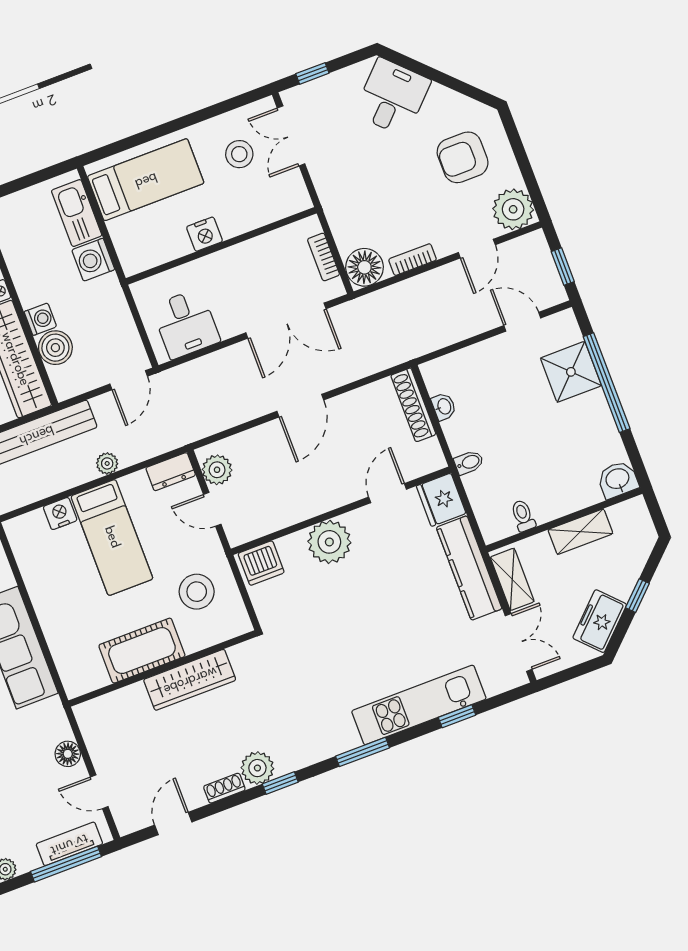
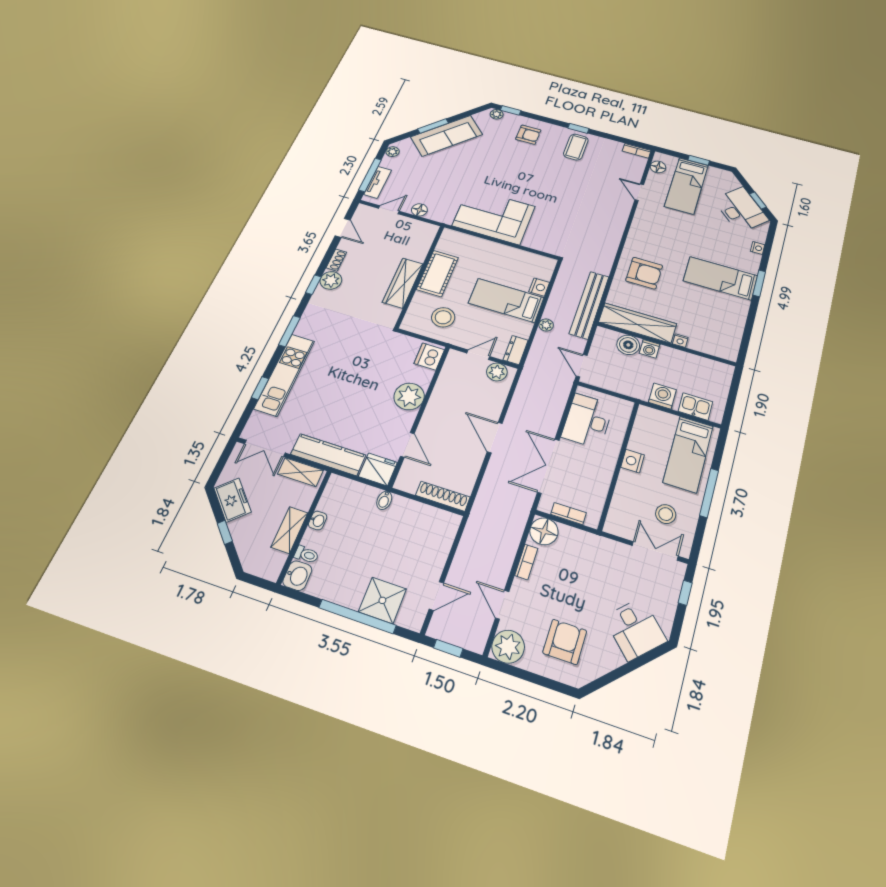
window: (175, 125) -> (709, 493), added
kitchen sink: (77, 213) -> (695, 406), width x0.73
desk: (186, 324) -> (587, 421), width x1.37
washbasin: (444, 407) -> (318, 520), moved, turned -90
toilet: (523, 516) -> (306, 555), moved

